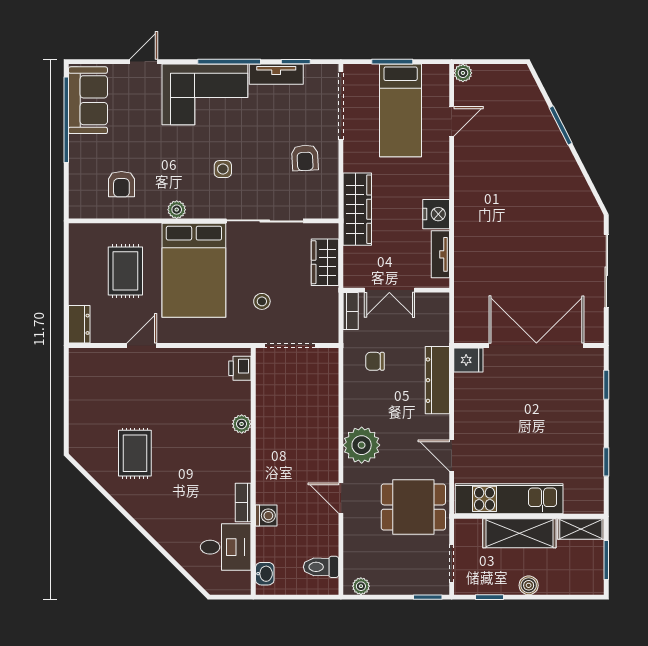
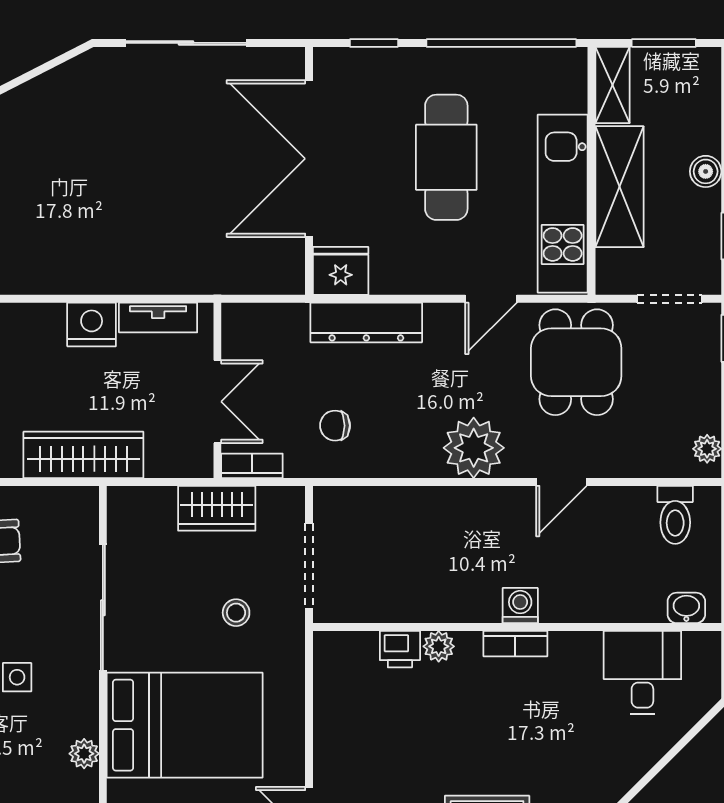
wardrobe: (325, 262) -> (217, 508), moved
fridge: (468, 360) -> (341, 271), width x1.38
chair: (375, 361) -> (335, 426), turned 90
printer: (240, 368) -> (400, 649), moved
cafe table: (537, 429) -> (446, 157), added
window: (606, 462) -> (501, 43), width x3.17
bookcase: (243, 503) -> (515, 644), moved
washing machine: (266, 516) -> (520, 606), moved

